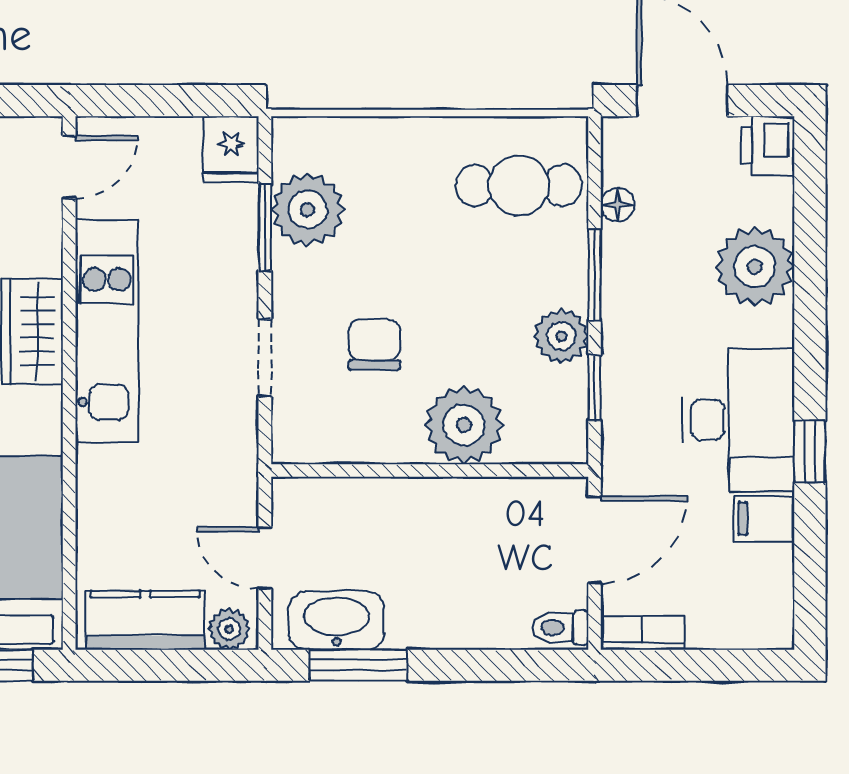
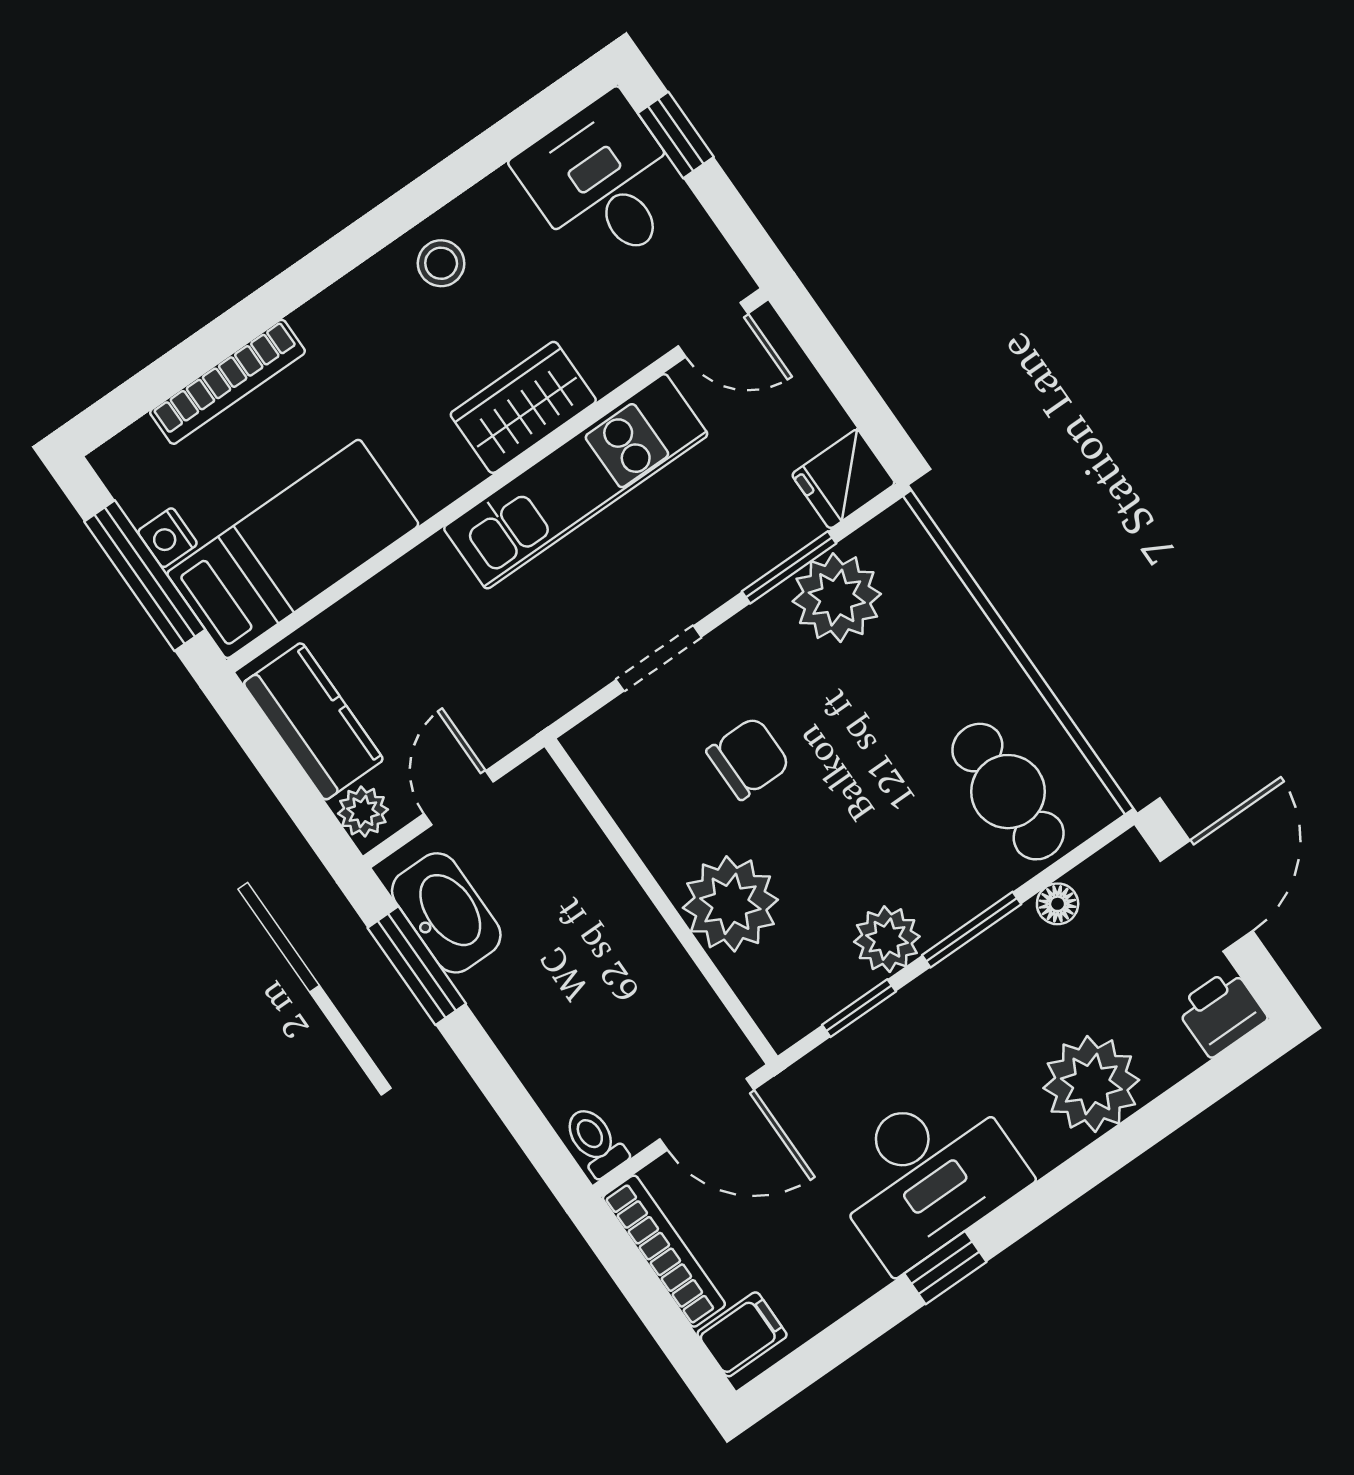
filing cabinet: (764, 519) -> (742, 1334), moved, turned 90
bookcase: (643, 633) -> (664, 1251), width x1.56

